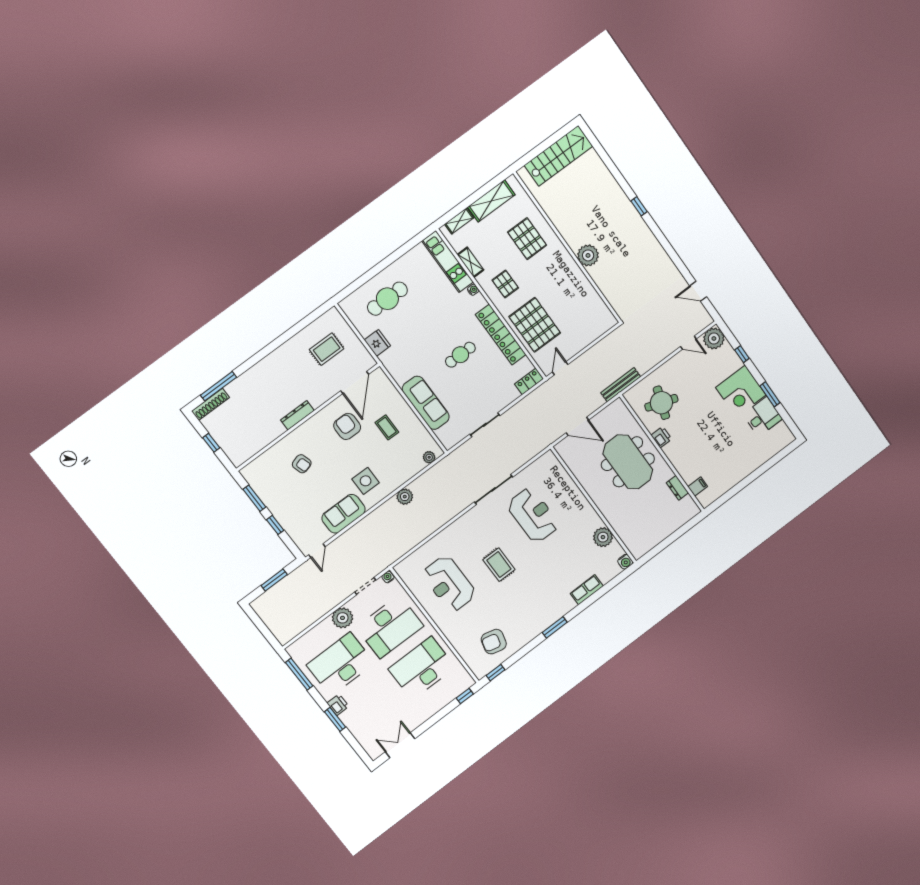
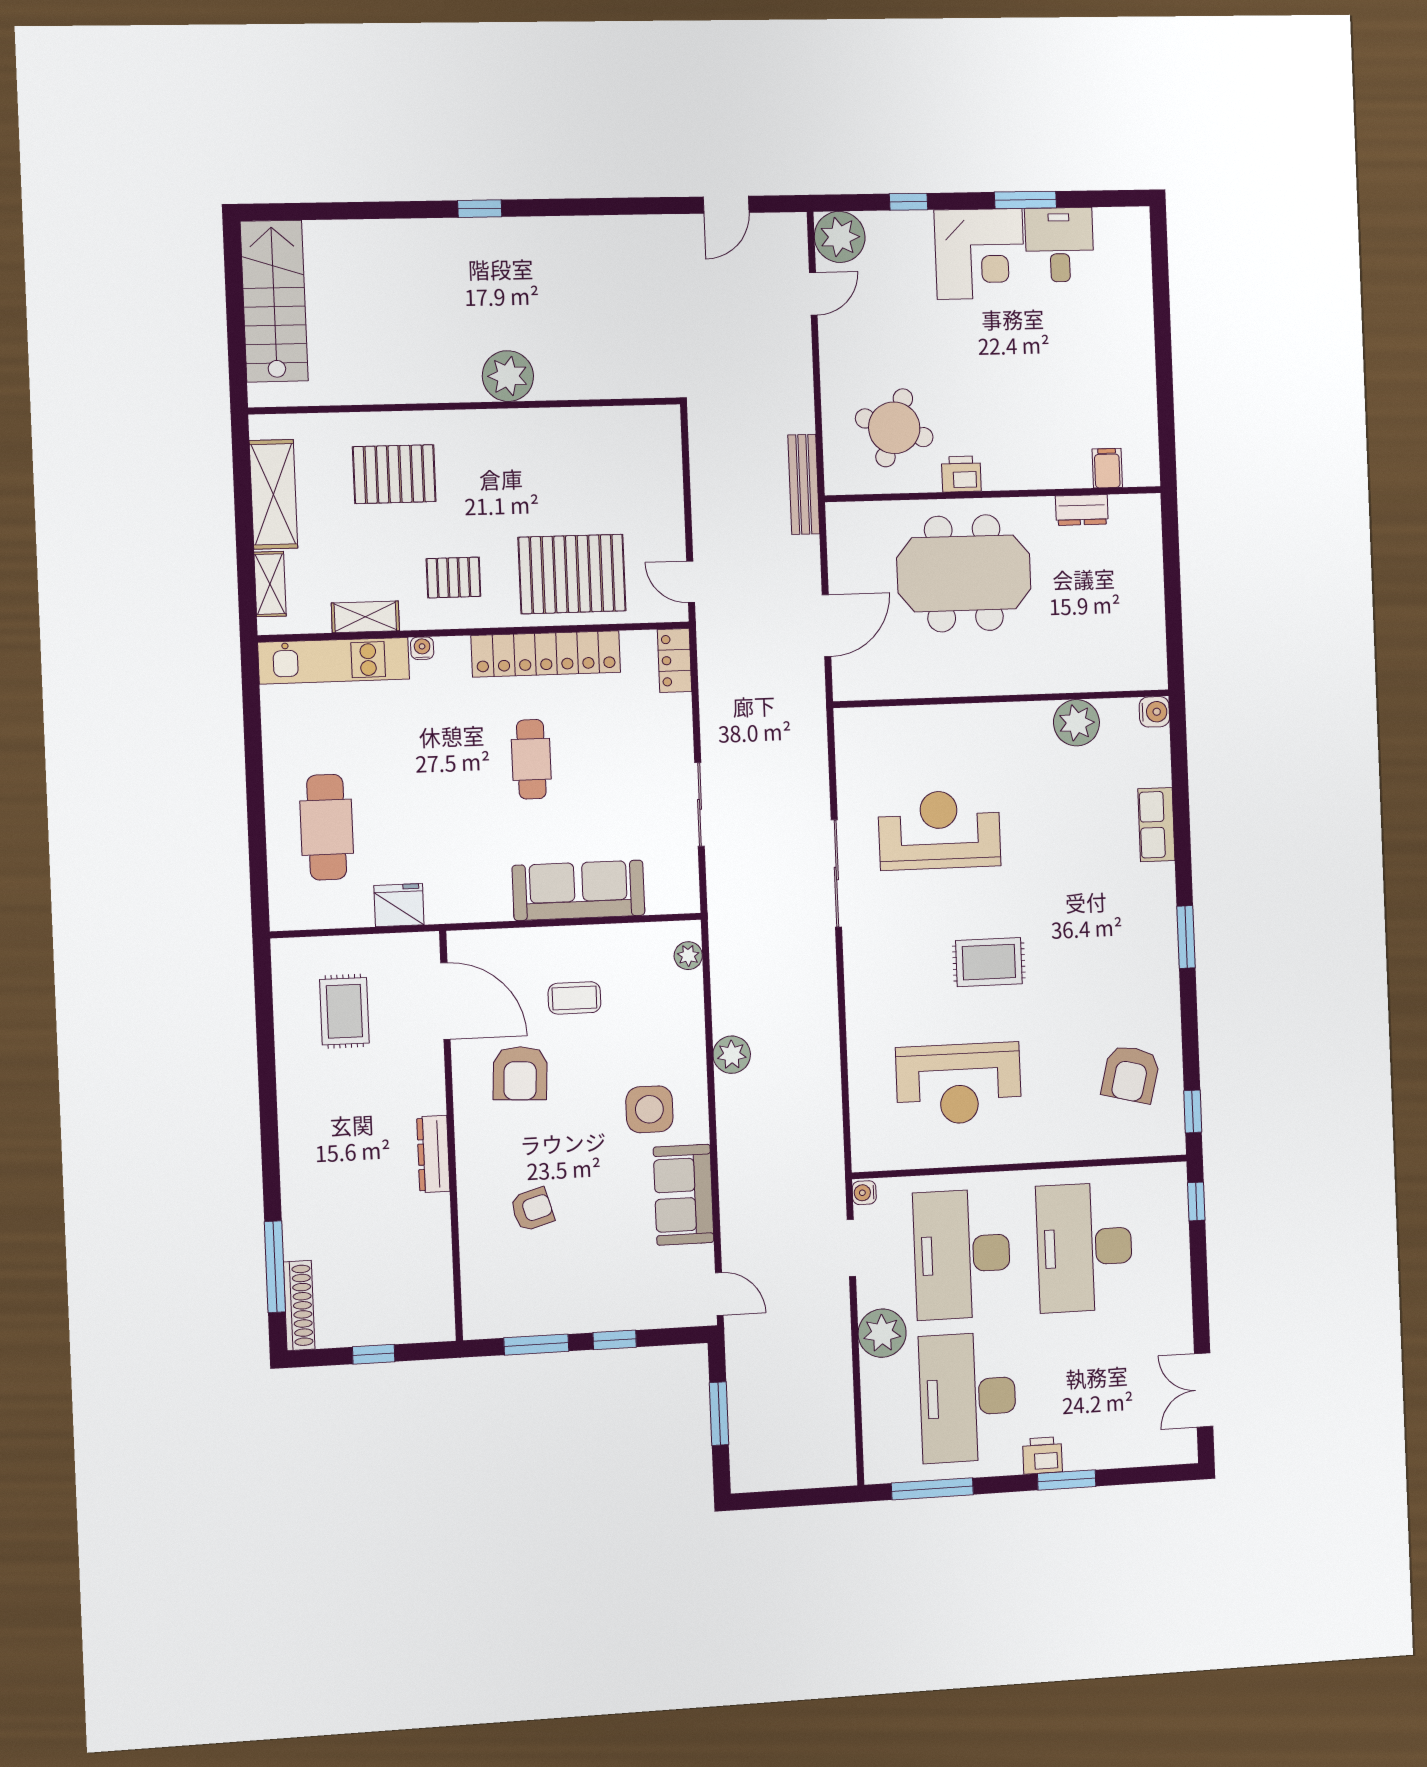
armchair: (347, 426) -> (520, 1073), turned -87
desk: (390, 627) -> (962, 1254), turned 180

